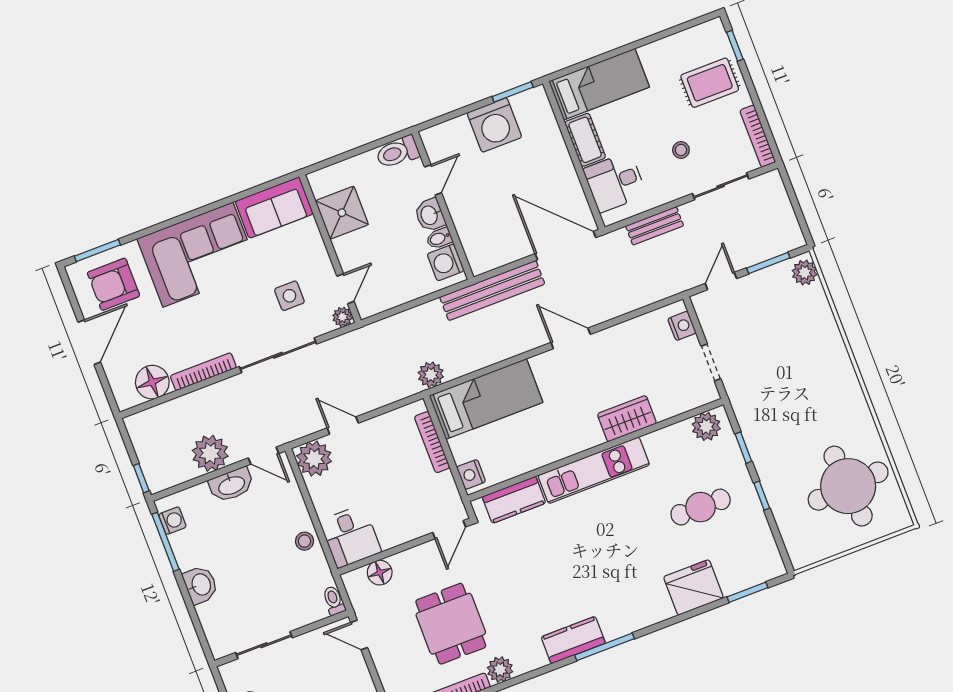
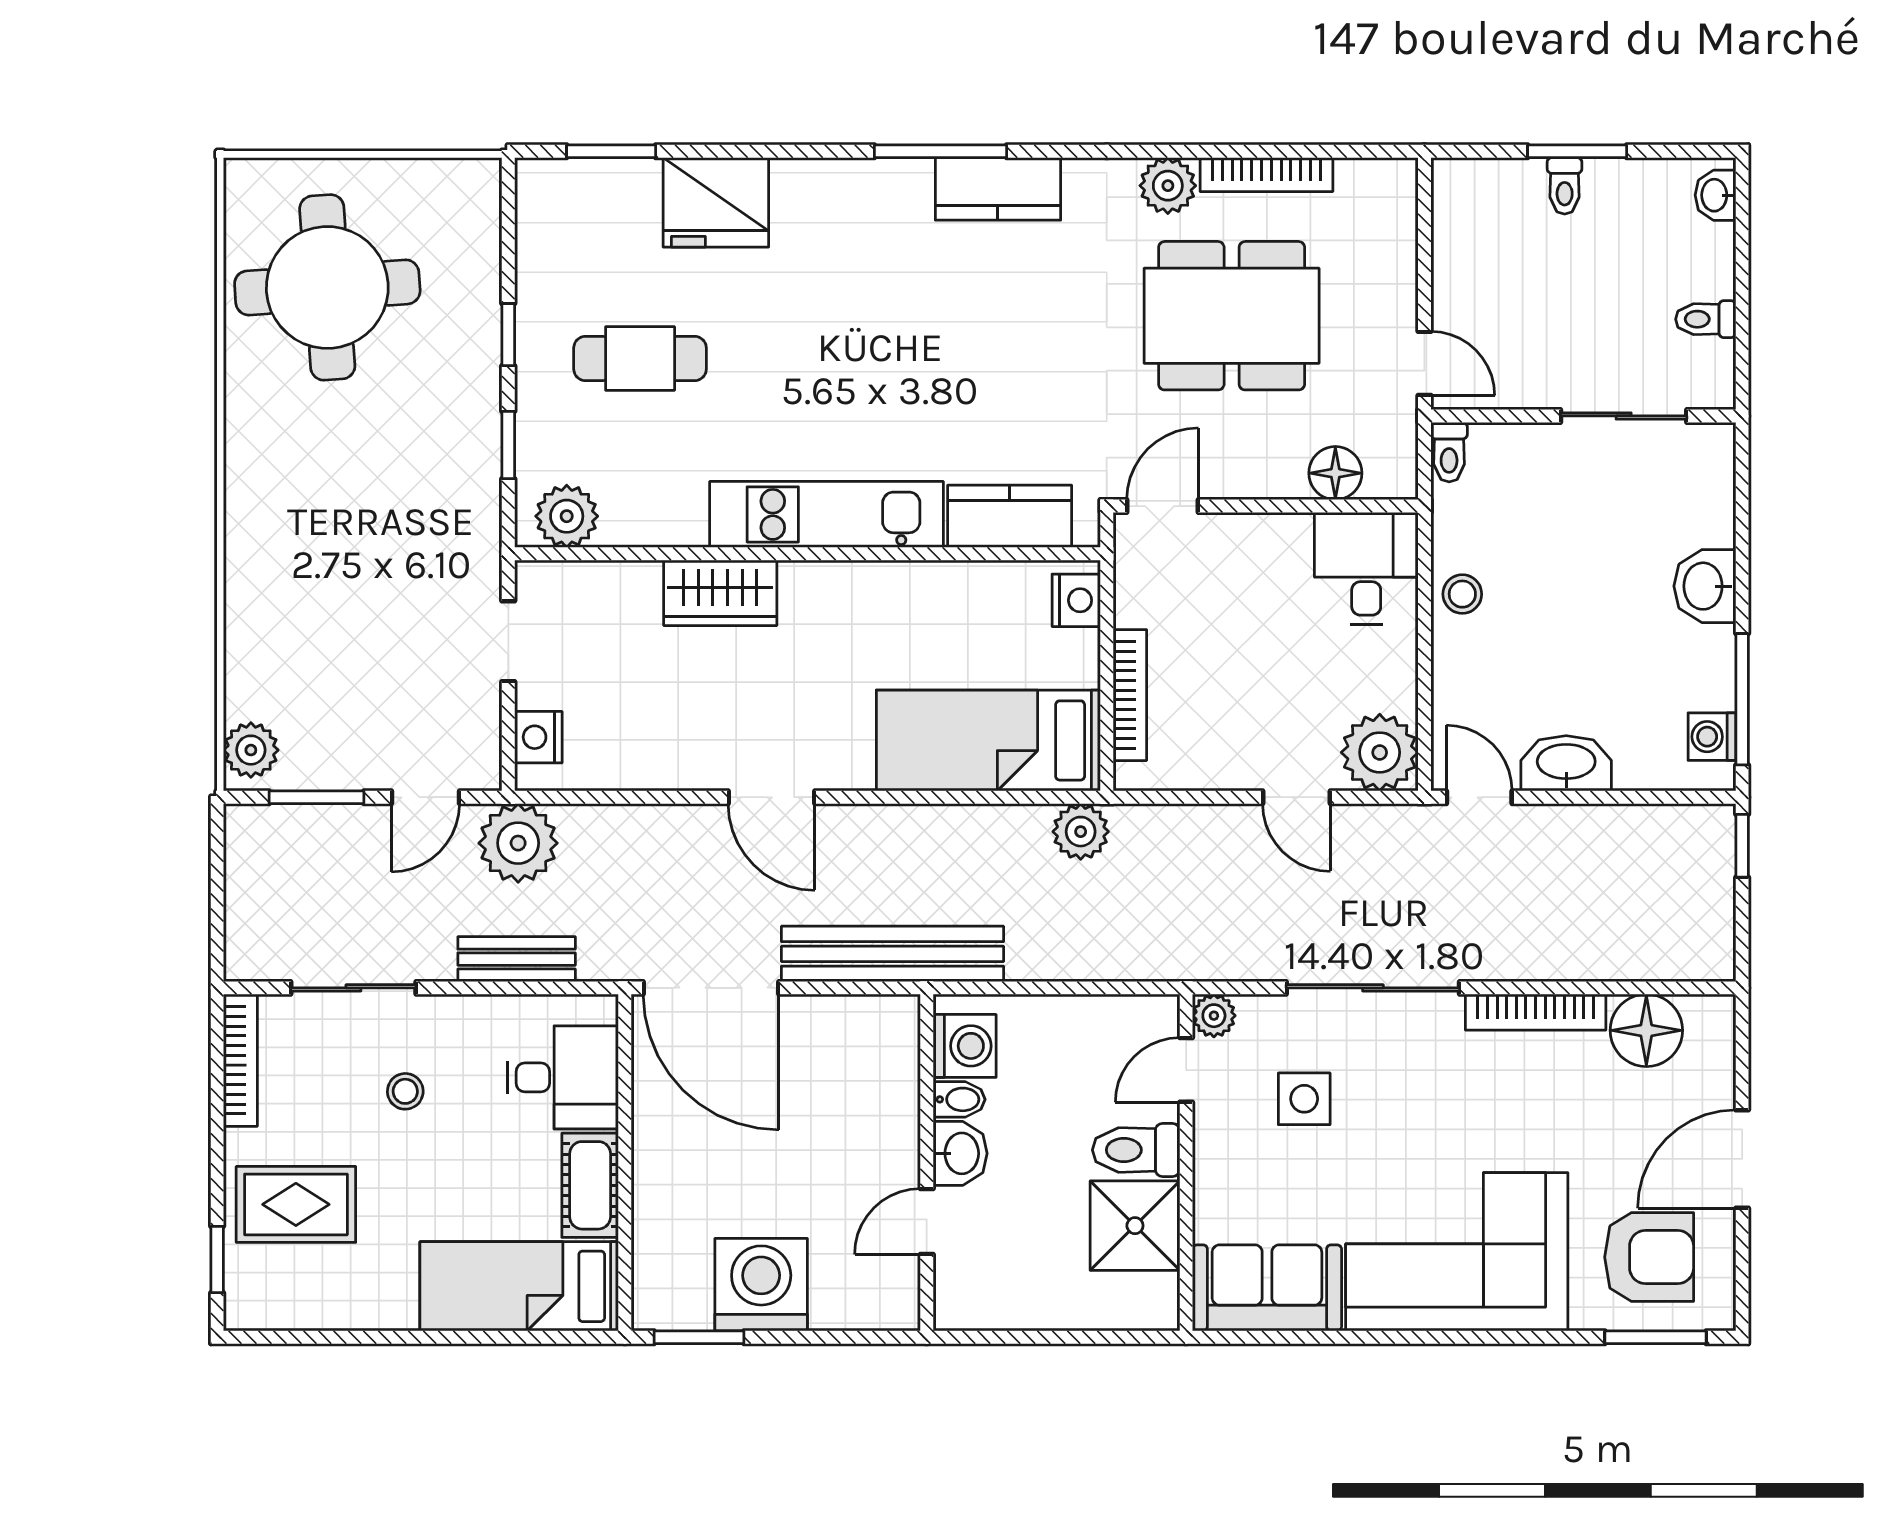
toilet: (398, 152) -> (1136, 1150), moved, turned 180
plant: (210, 453) -> (518, 843), moved
dining table: (451, 624) -> (1232, 316), width x1.38

